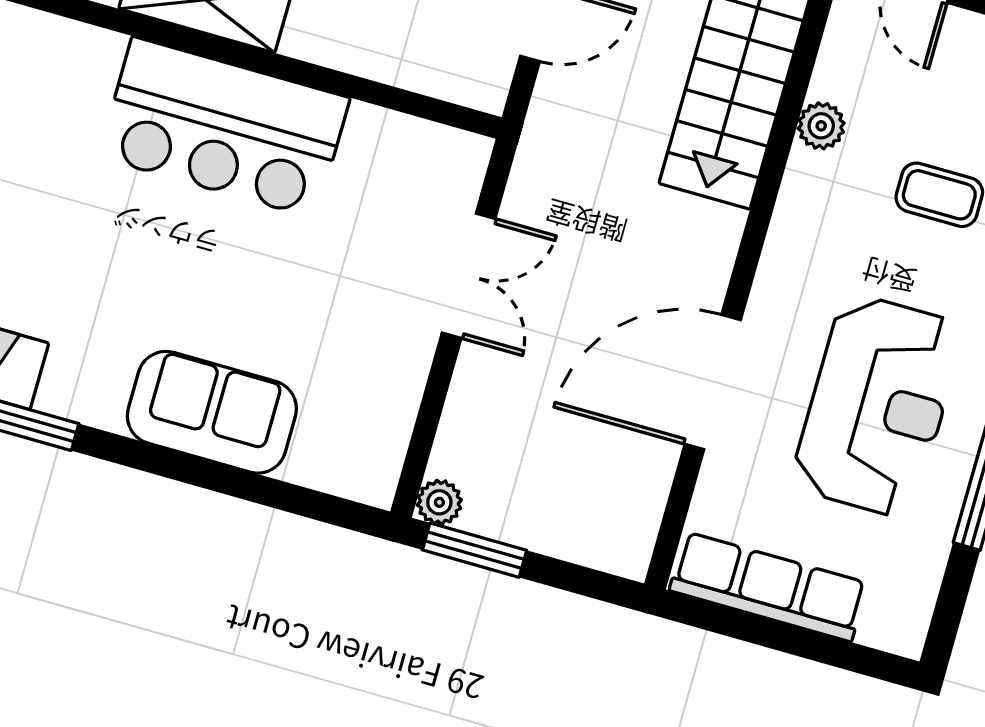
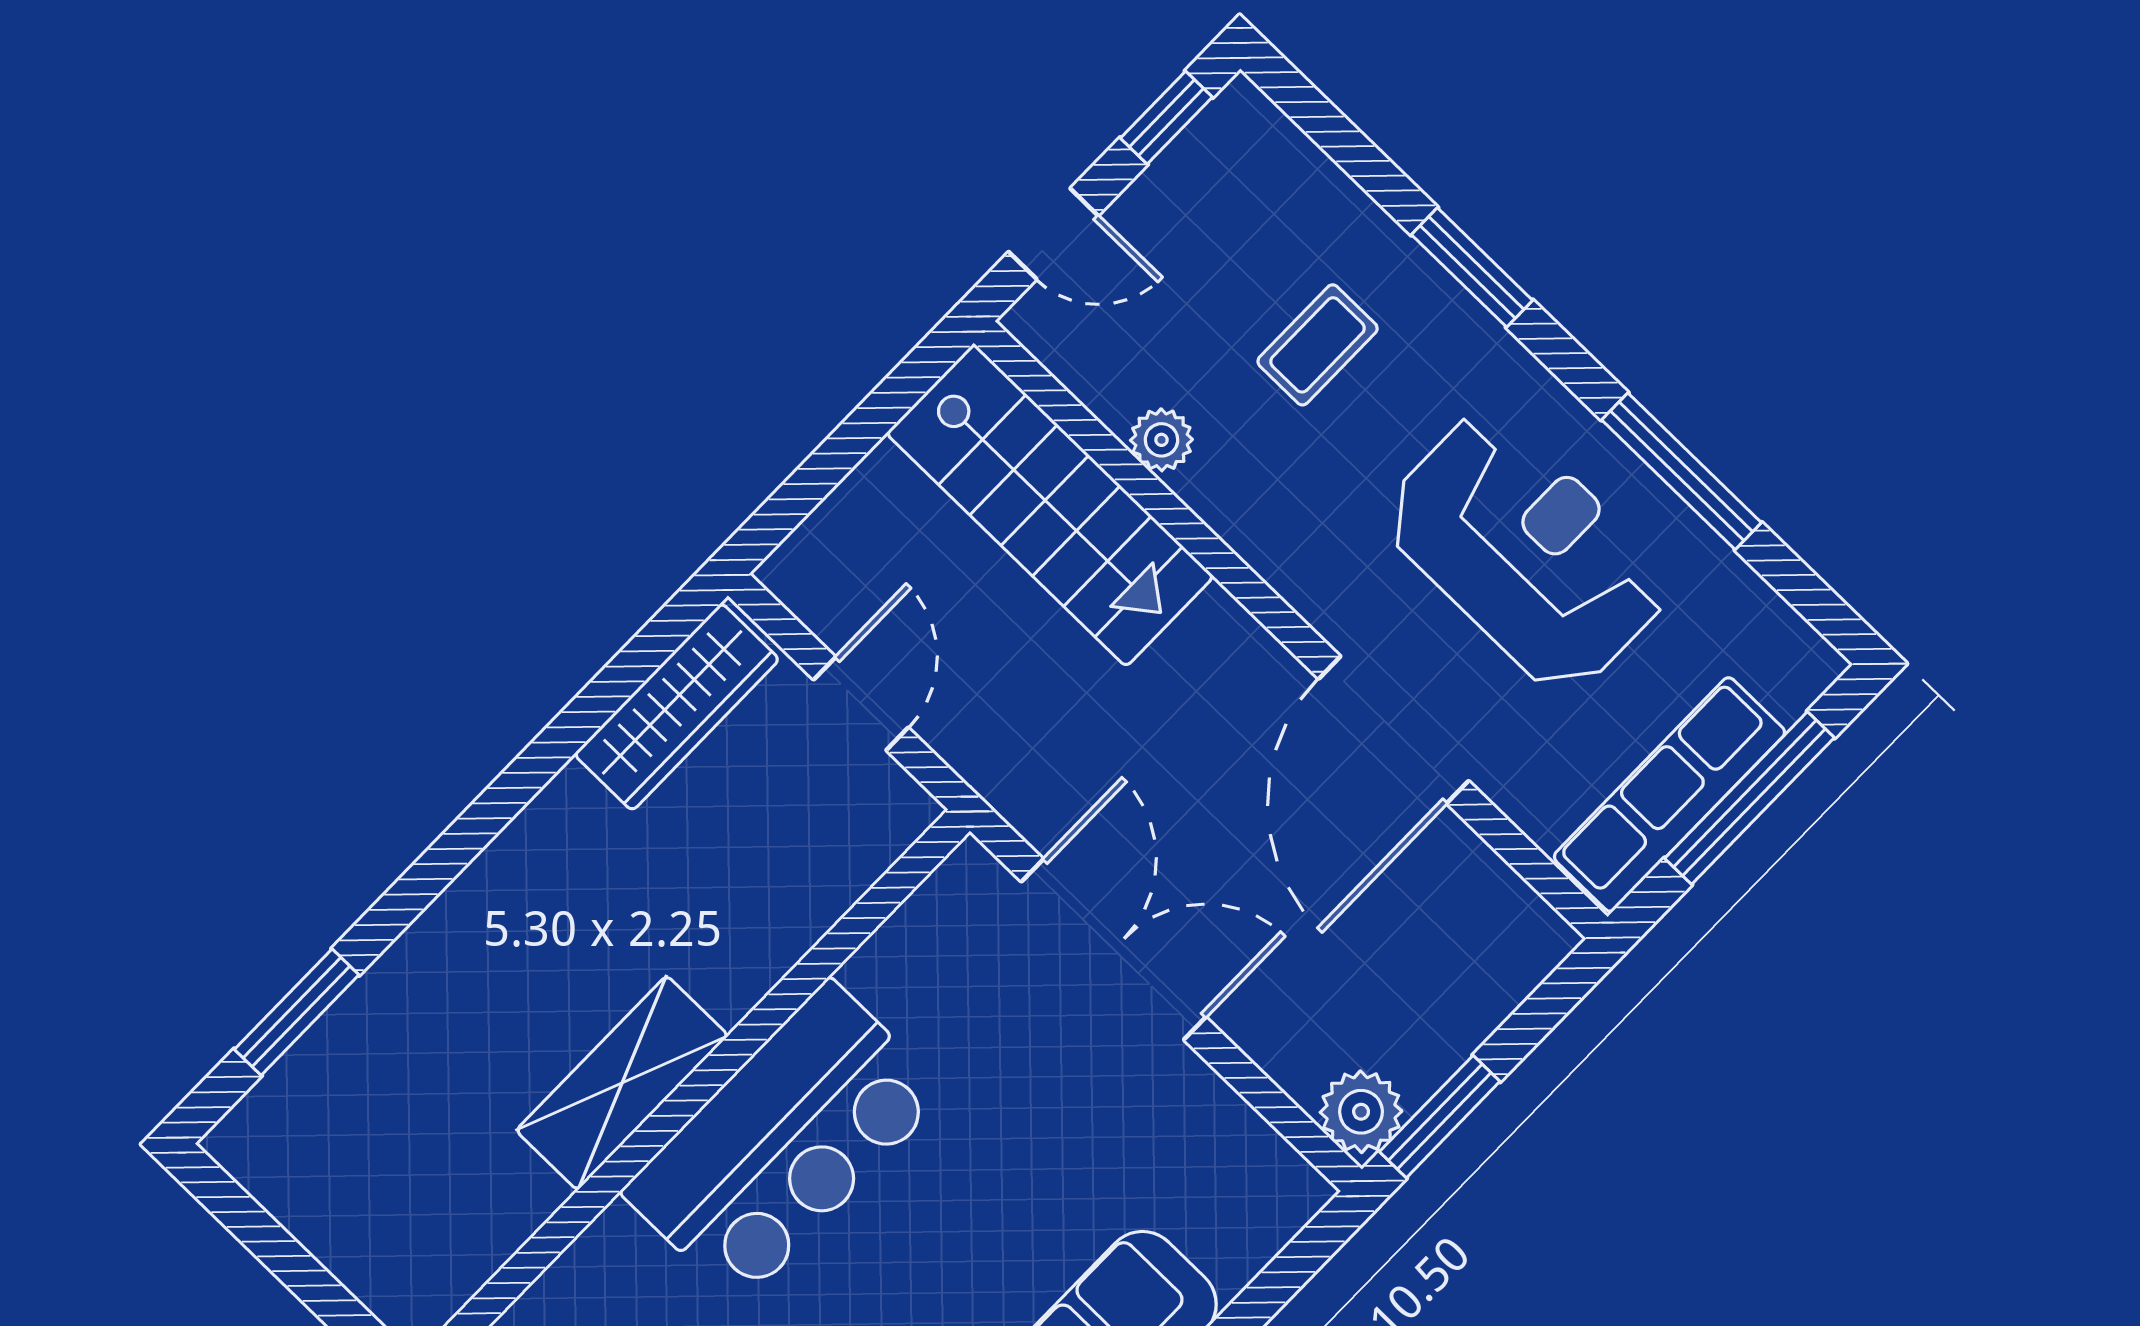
double door: (469, 276) -> (1114, 949), width x1.37
plant: (439, 502) -> (1361, 1112), width x1.38, depth x1.38
window: (795, 641) -> (1750, 798), added

